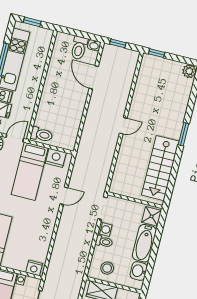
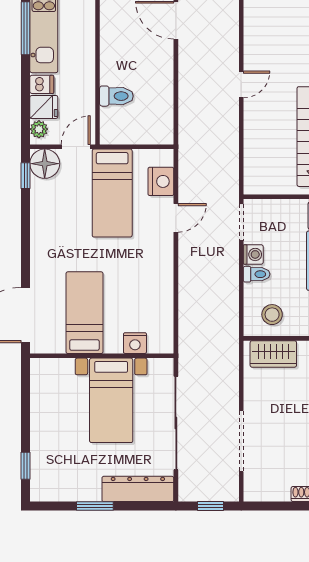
toilet: (42, 135) -> (116, 96), moved
nightstand: (56, 158) -> (161, 181), moved, turned 90
nightstand: (34, 268) -> (135, 343), moved

